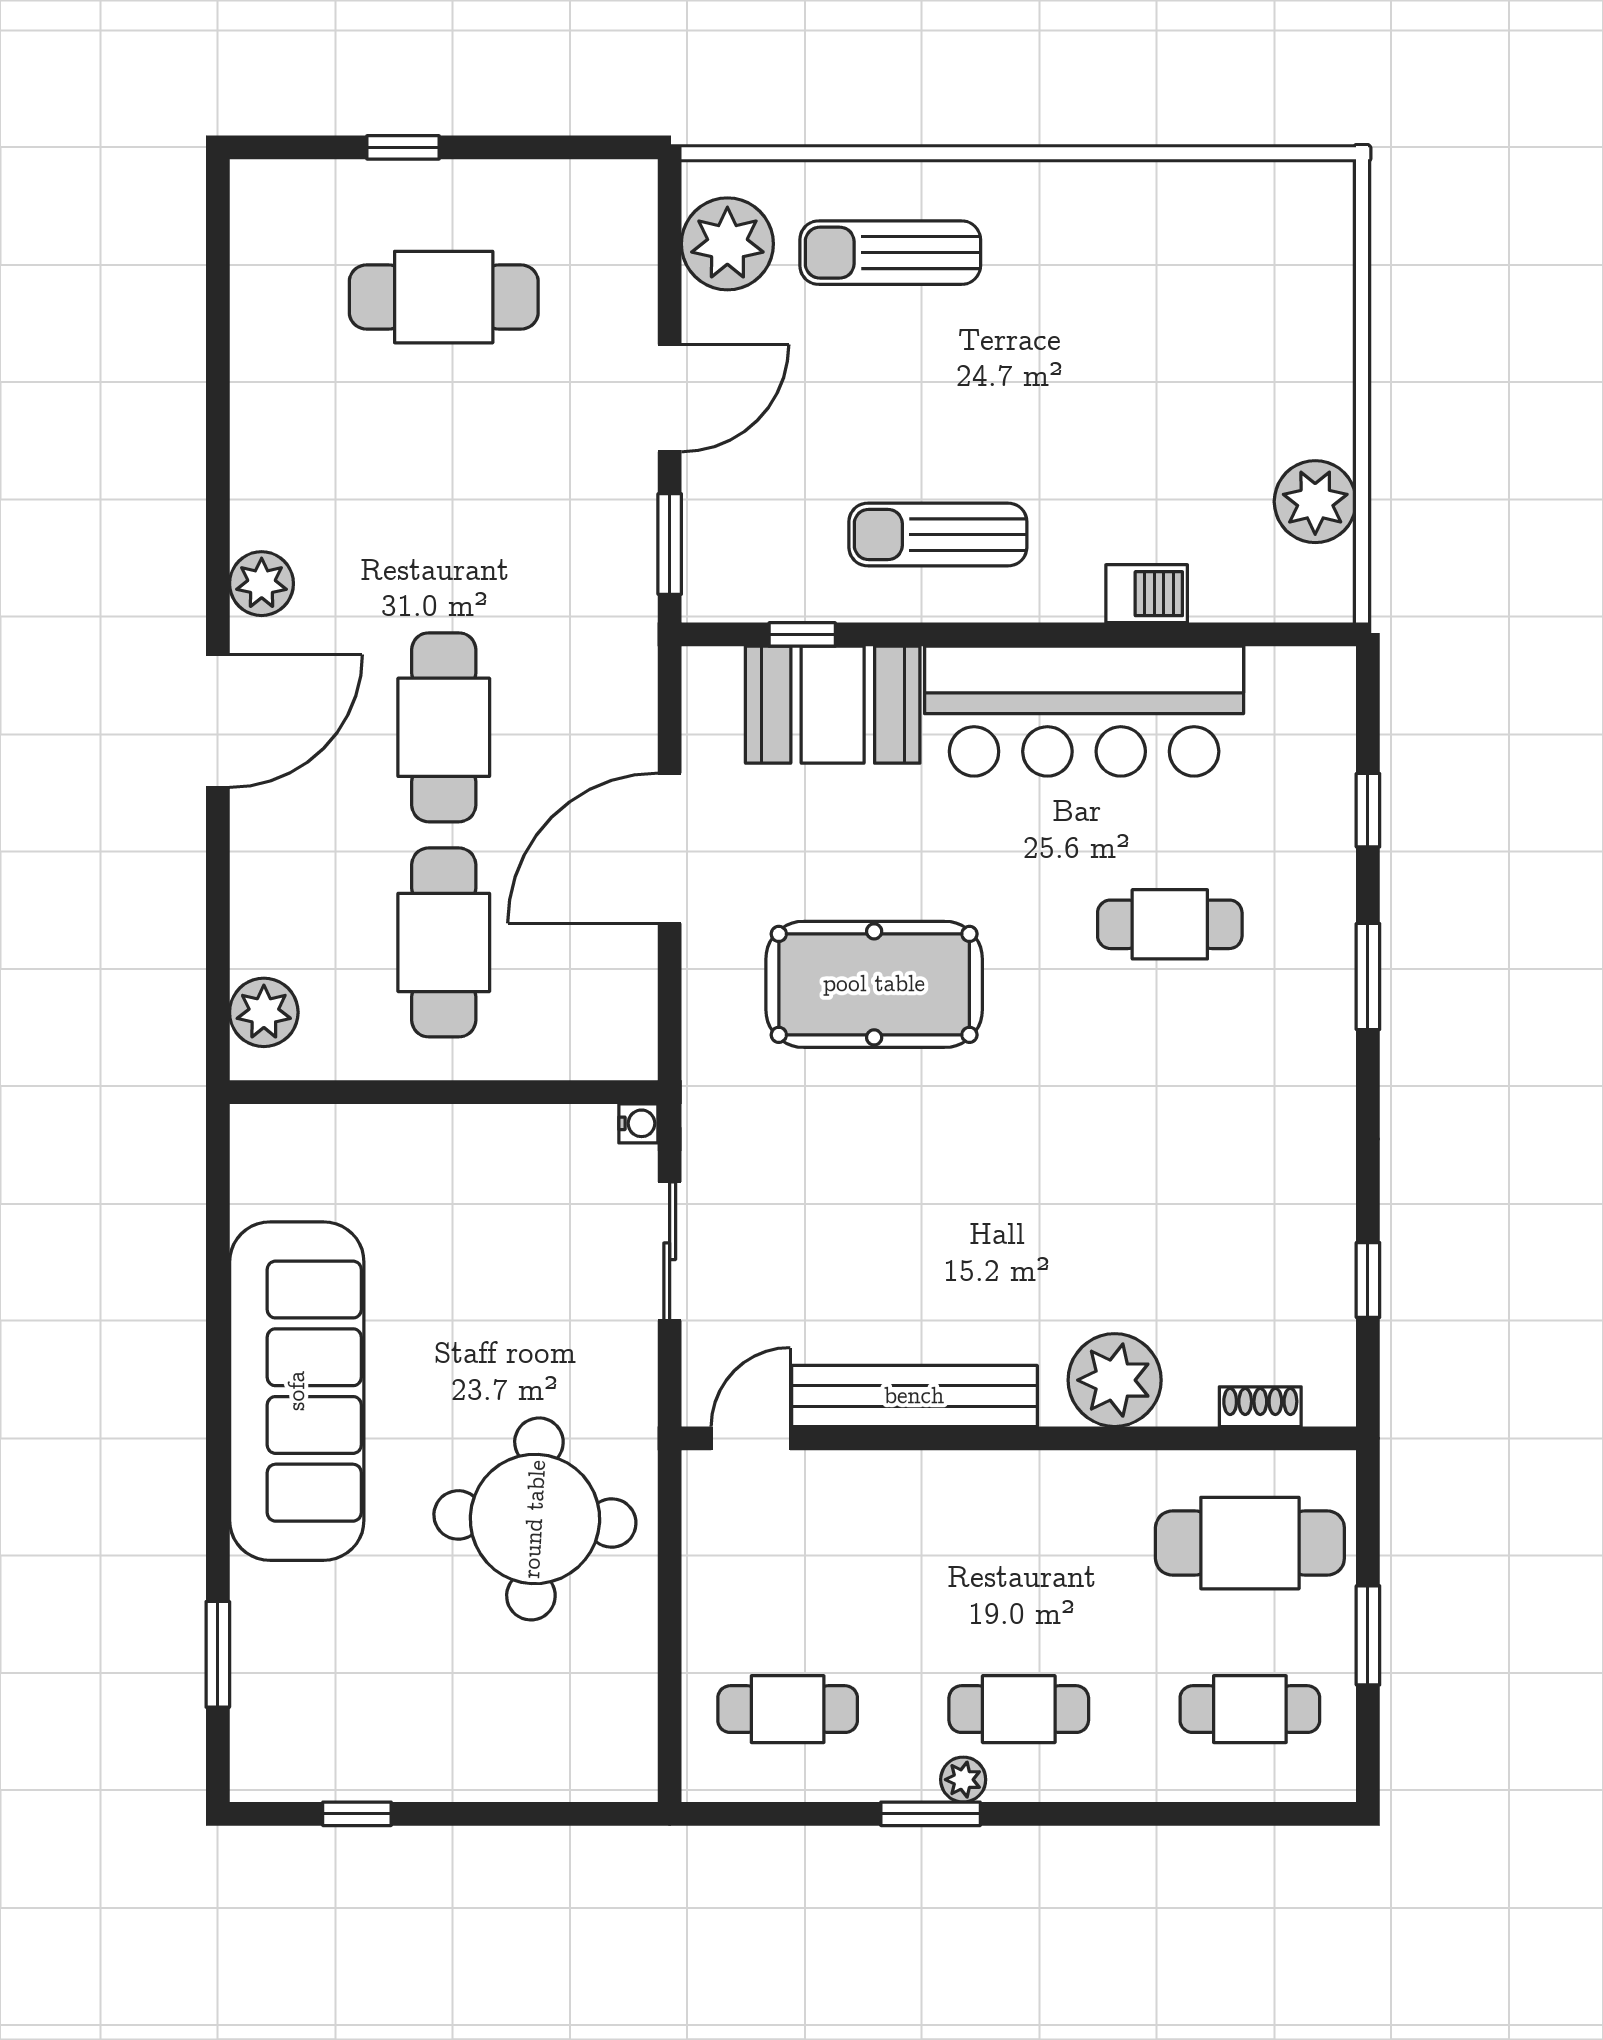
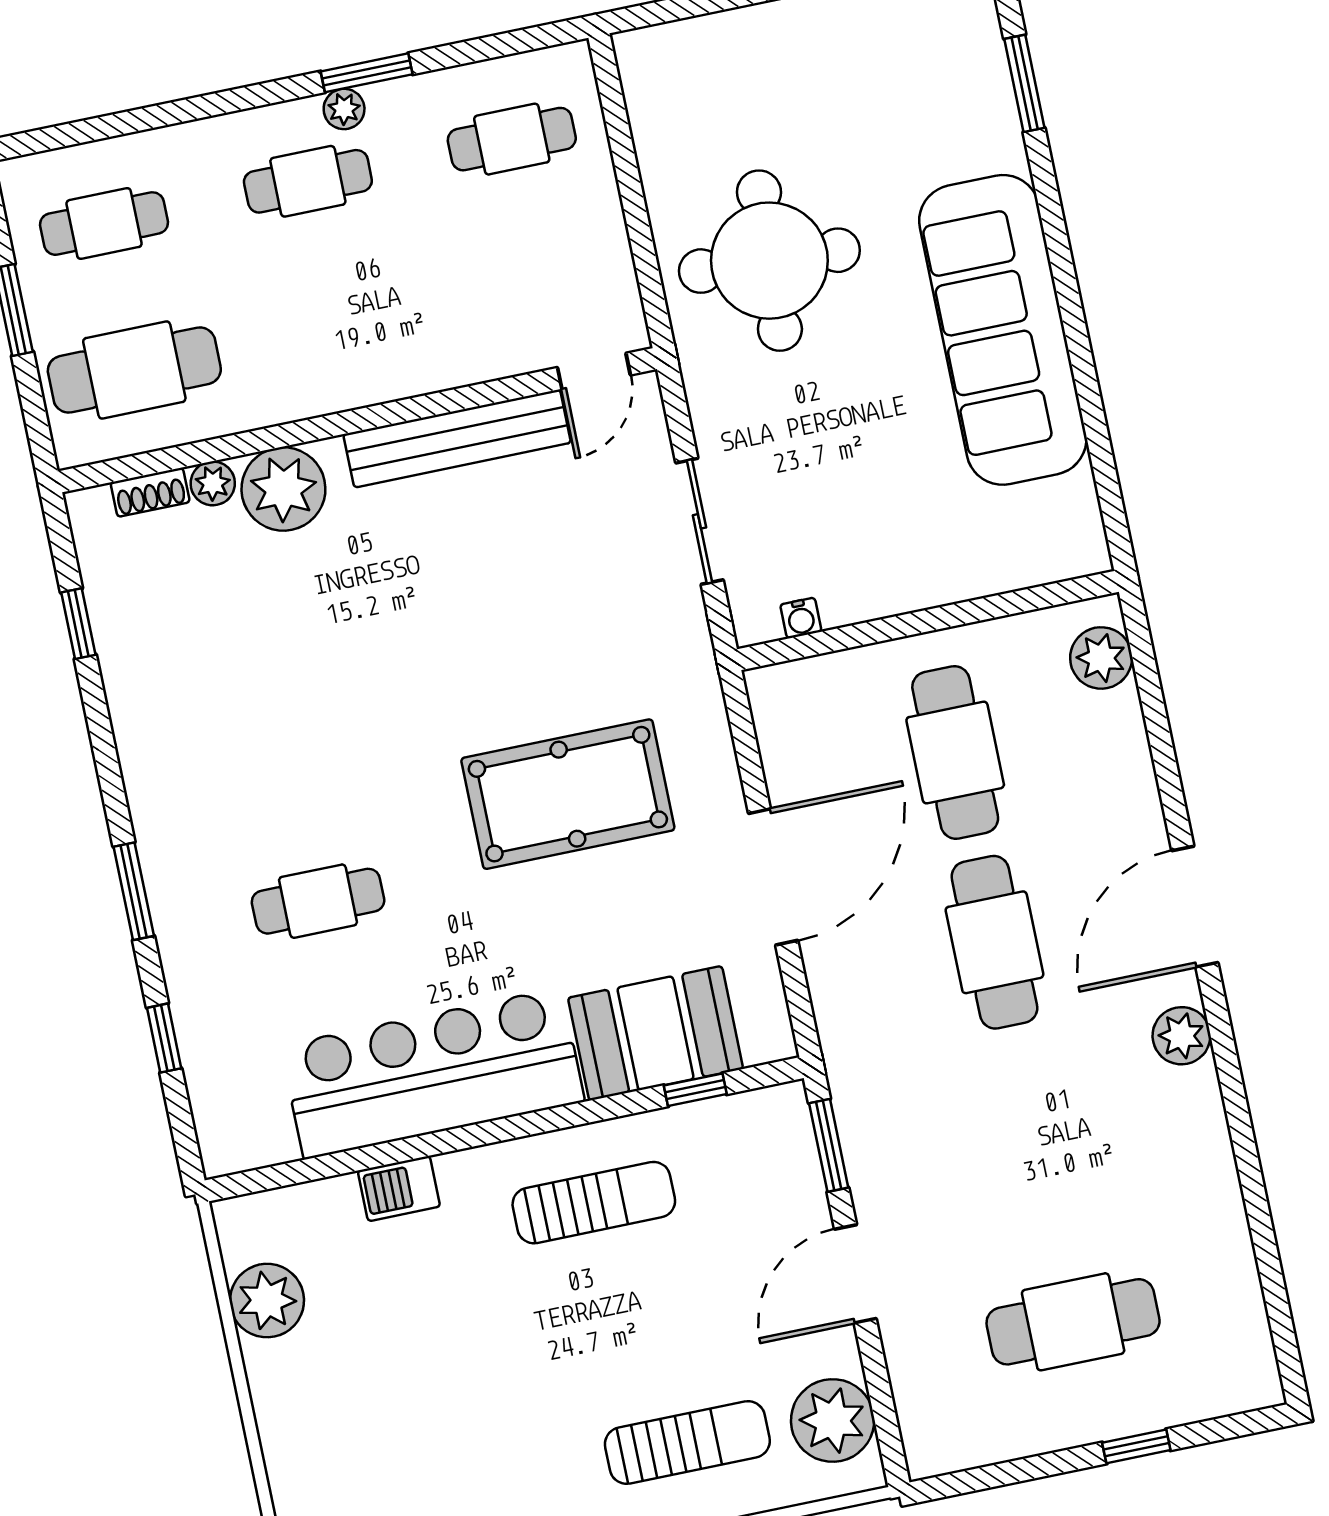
water cooler: (638, 1123) -> (801, 618), moved, turned -90
plant: (1190, 1402) -> (213, 483), added

